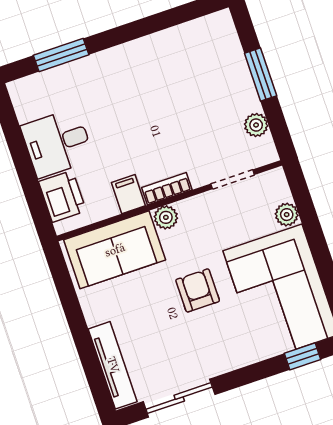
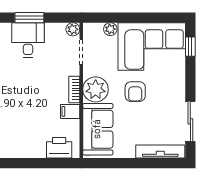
plant: (256, 125) -> (73, 29), moved
desk: (57, 143) -> (28, 40), moved, turned 180
plant: (166, 217) -> (96, 89), width x1.88, depth x1.88
armchair: (198, 290) -> (135, 92), turned -90

